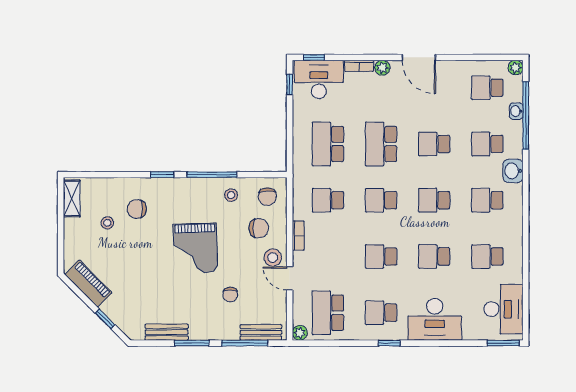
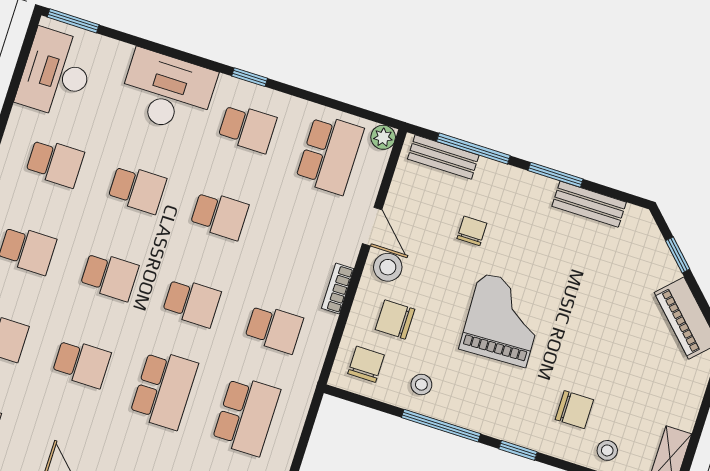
stool: (107, 223) -> (607, 450), moved

